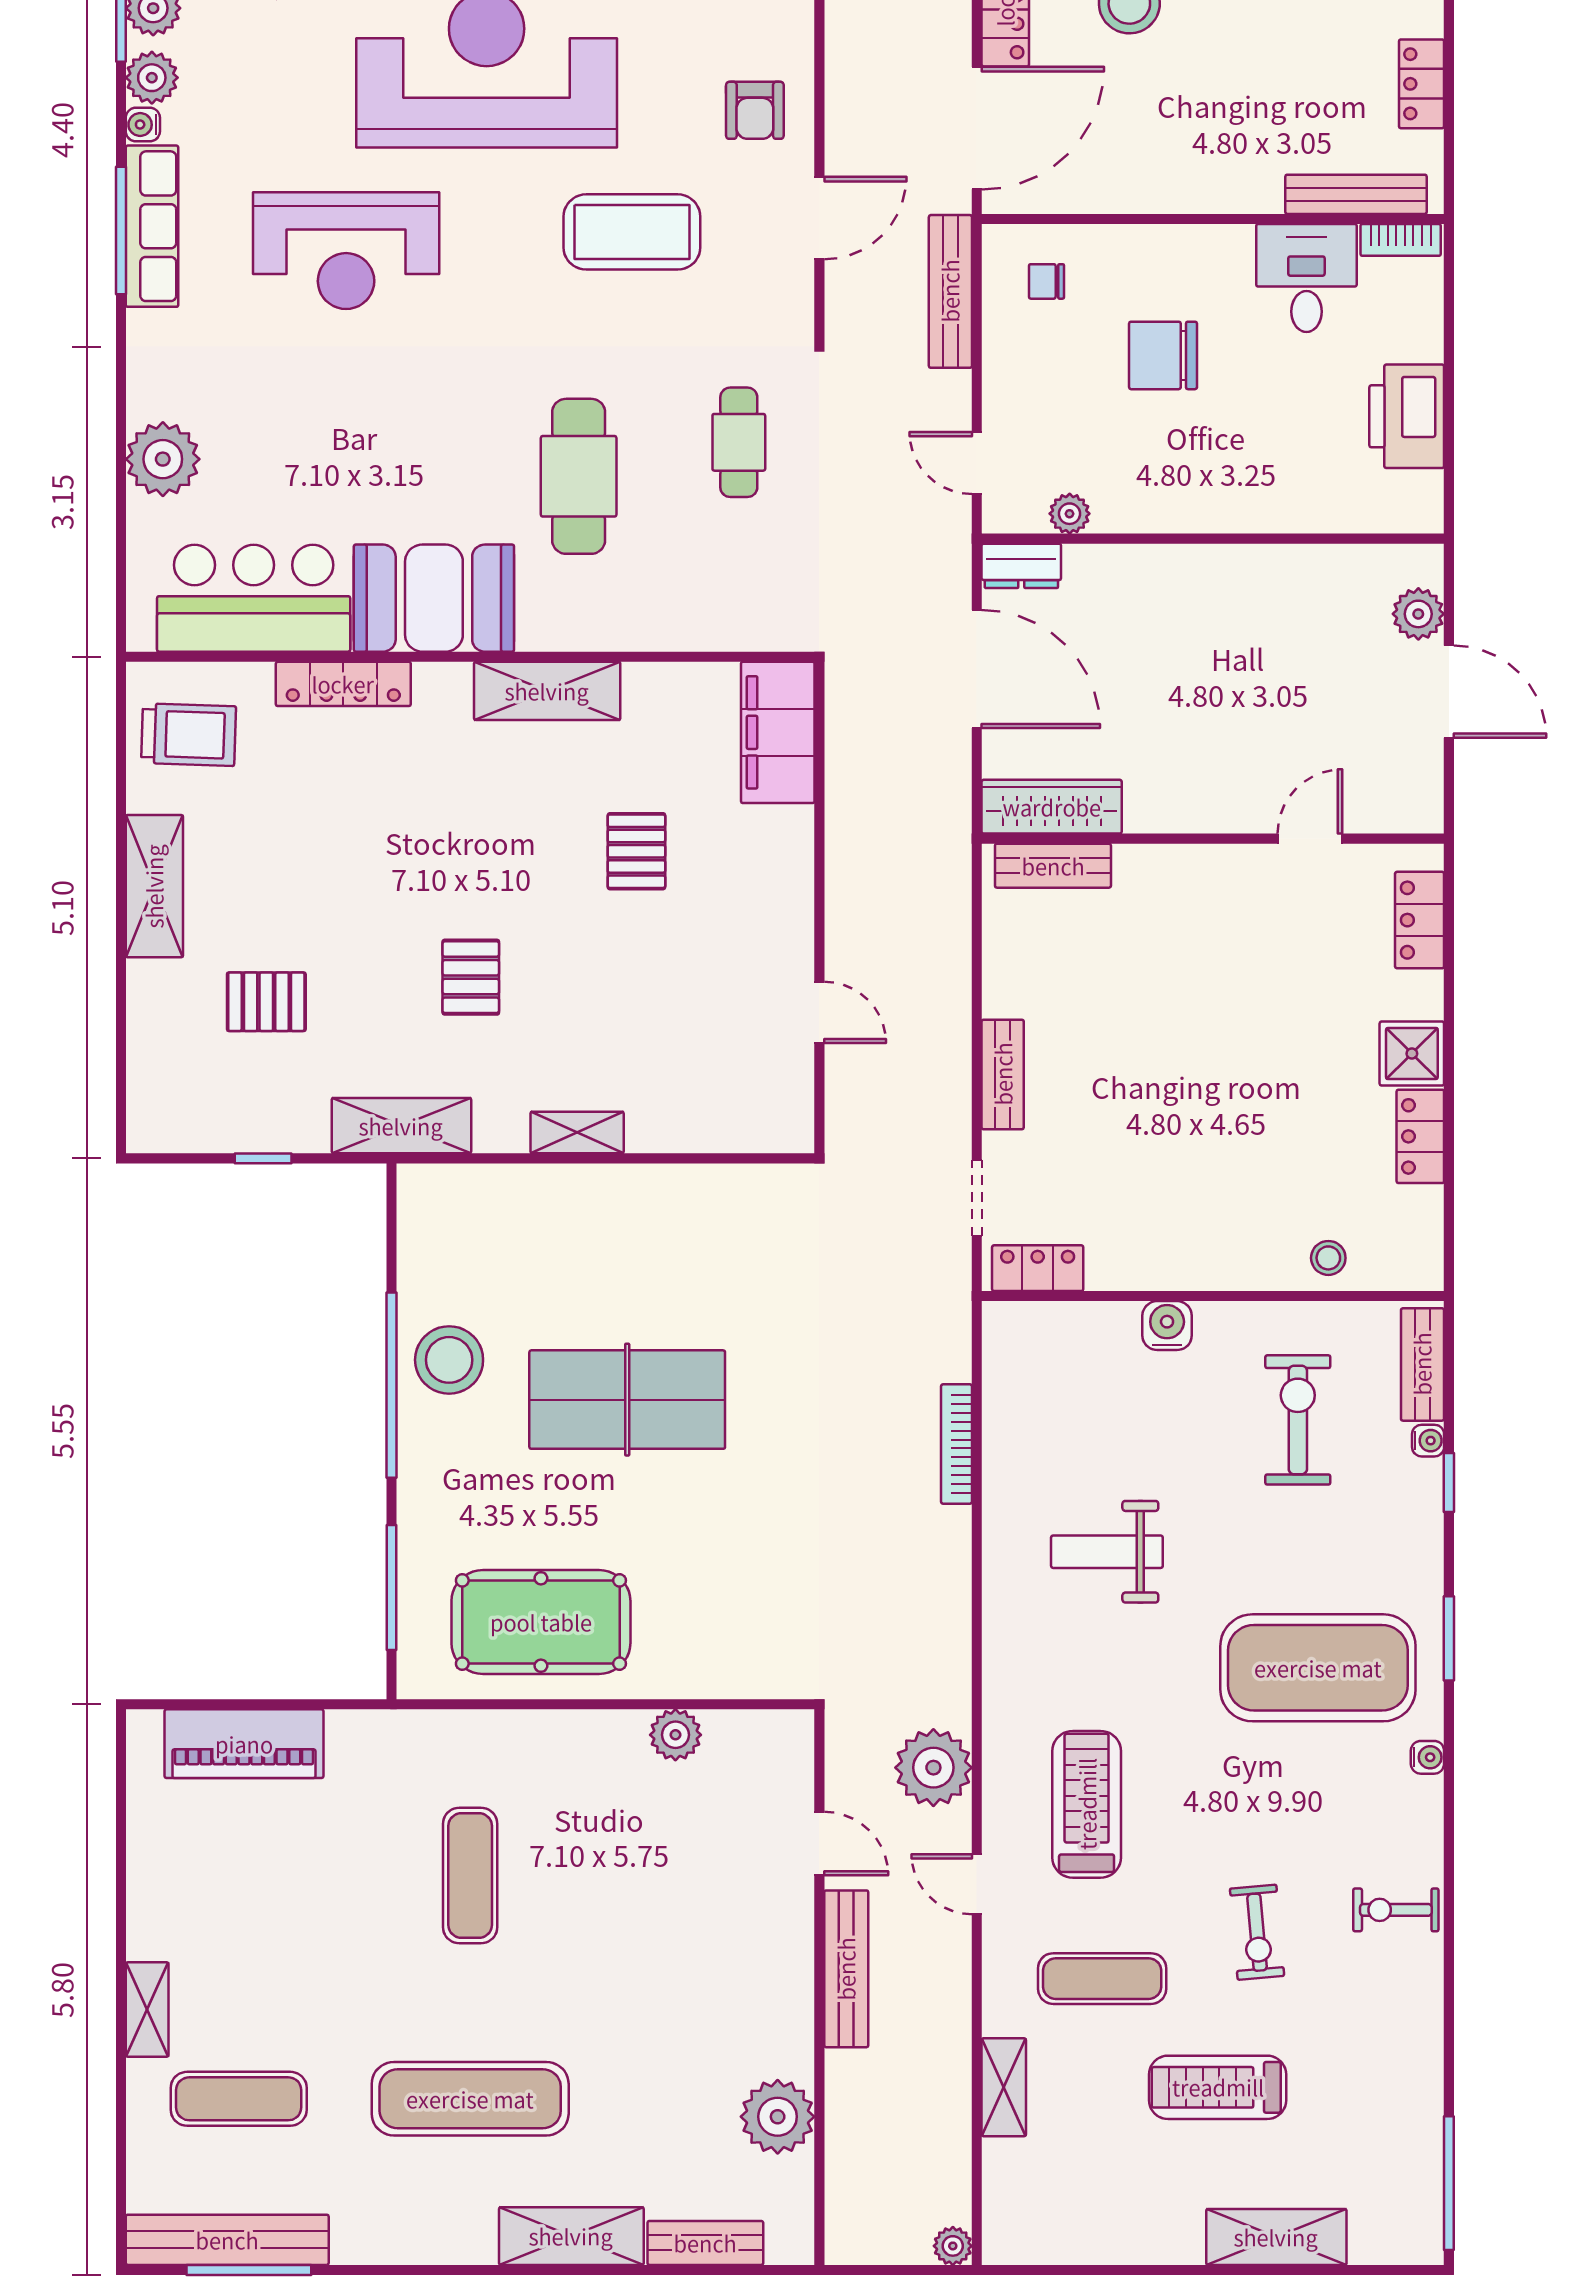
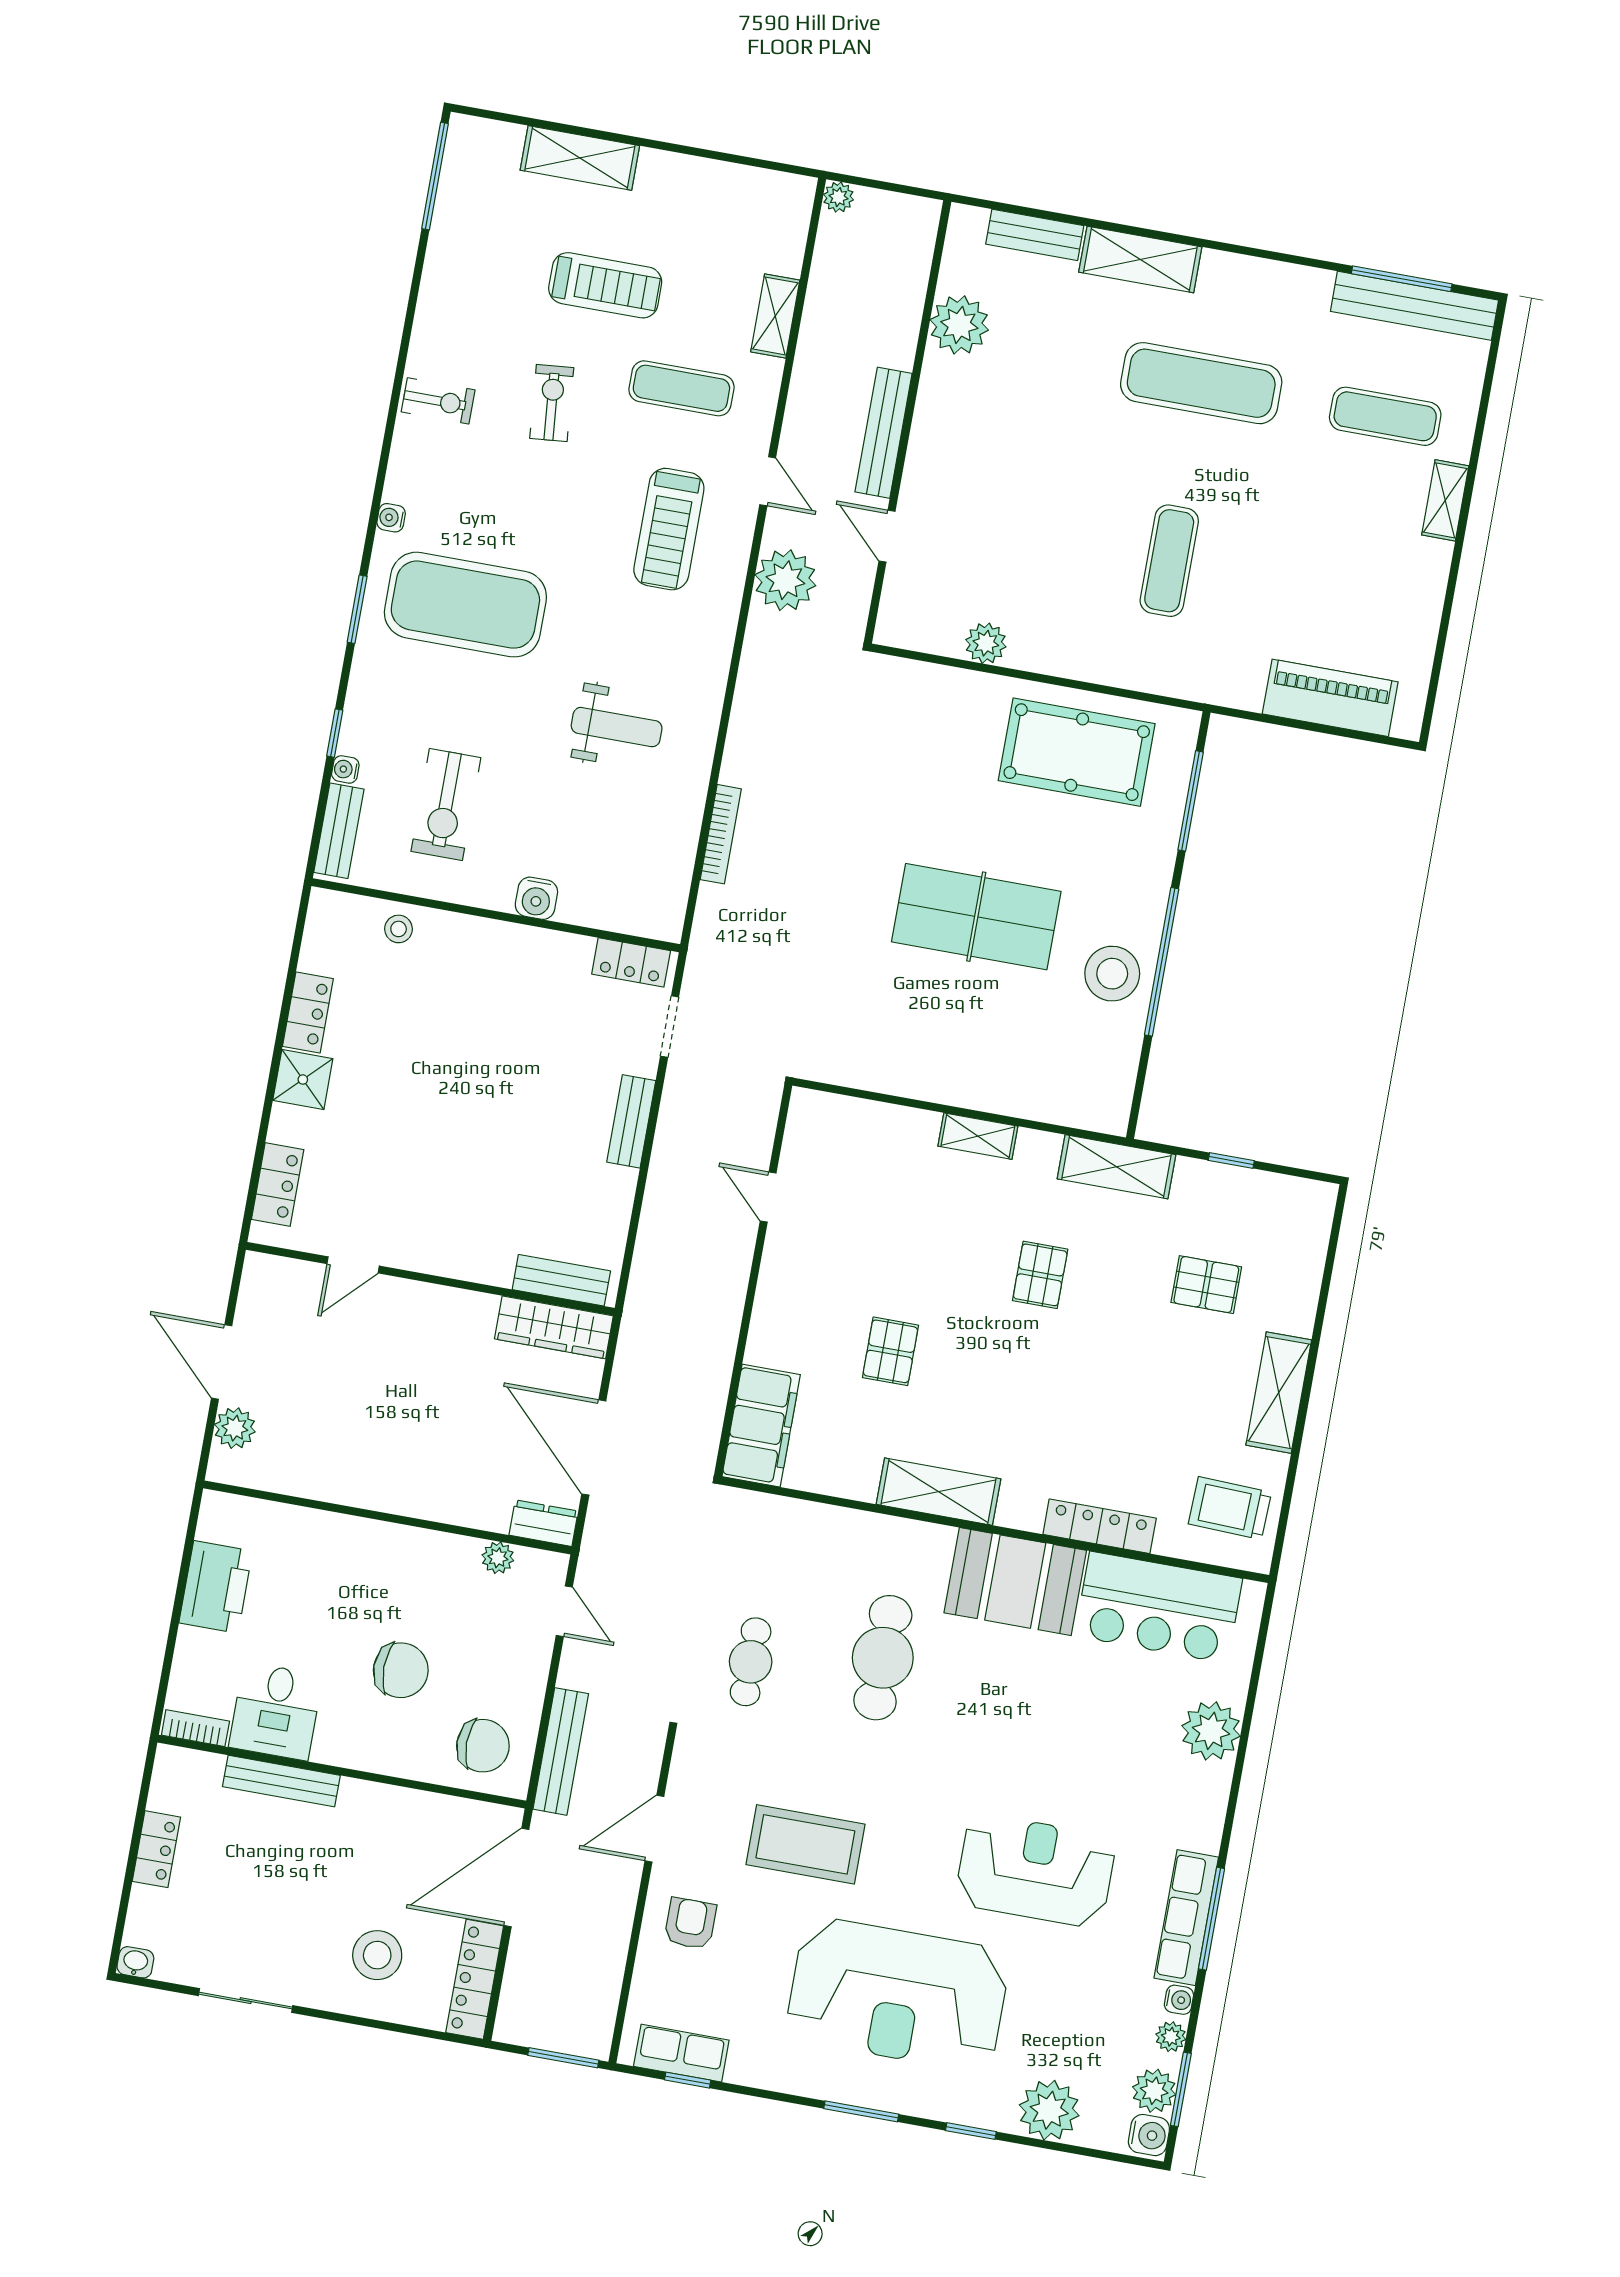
plant: (152, 78) -> (1171, 2037), width x0.73, depth x0.73
bench: (1356, 194) -> (281, 1781), moved
chair: (1046, 281) -> (483, 1746), width x1.87, depth x1.87

